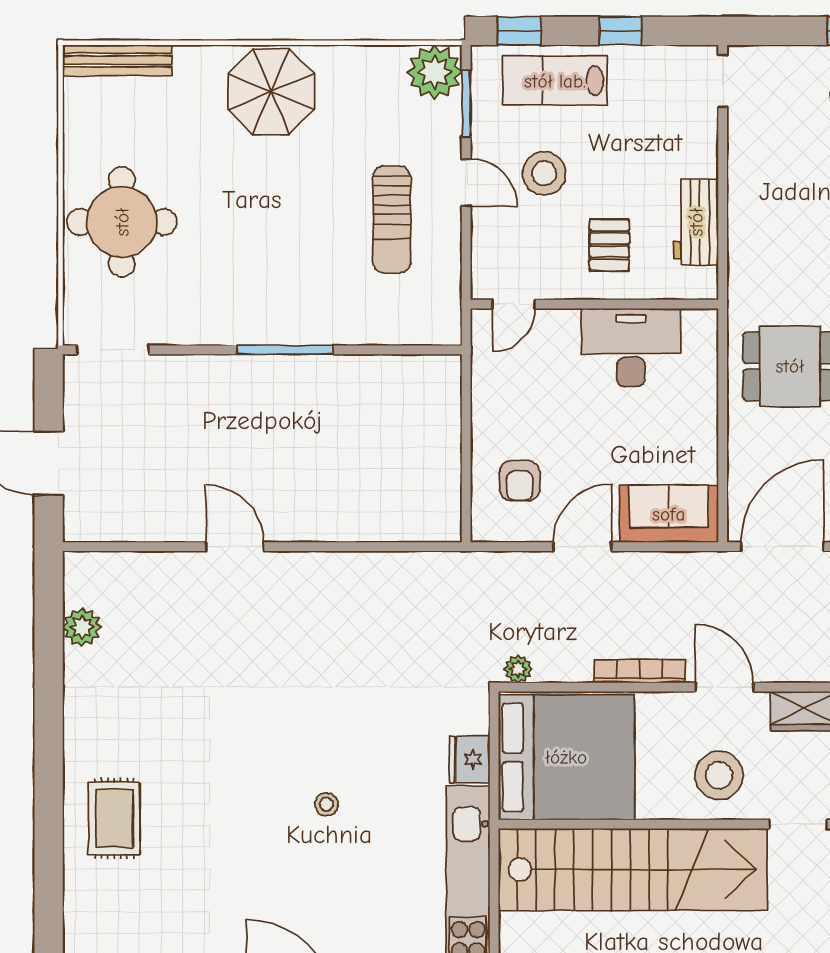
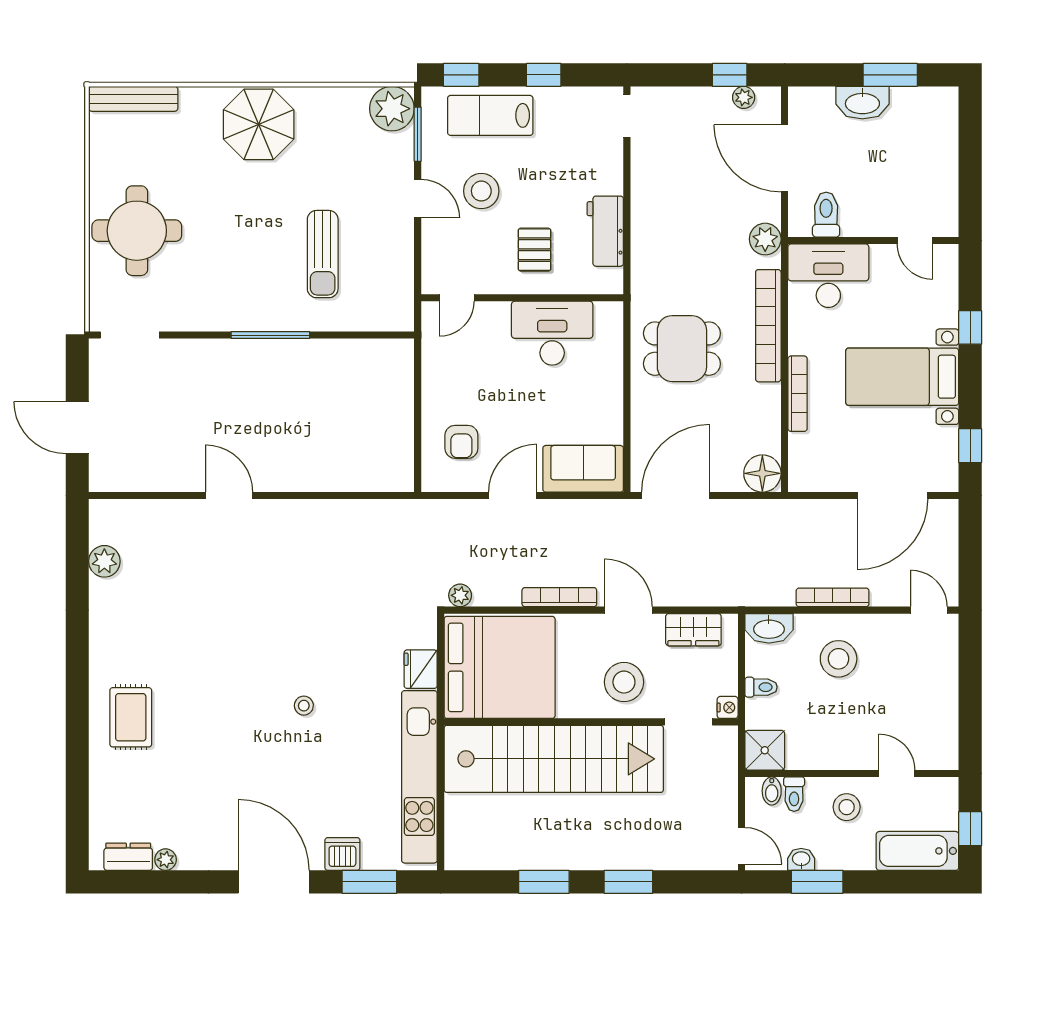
sun lounger: (392, 220) -> (323, 254), moved

